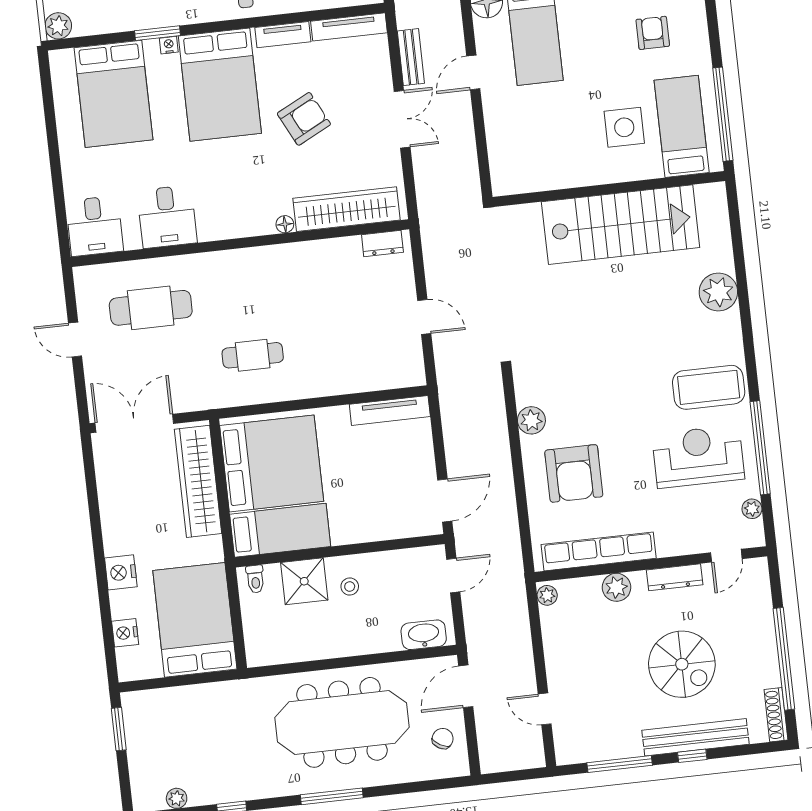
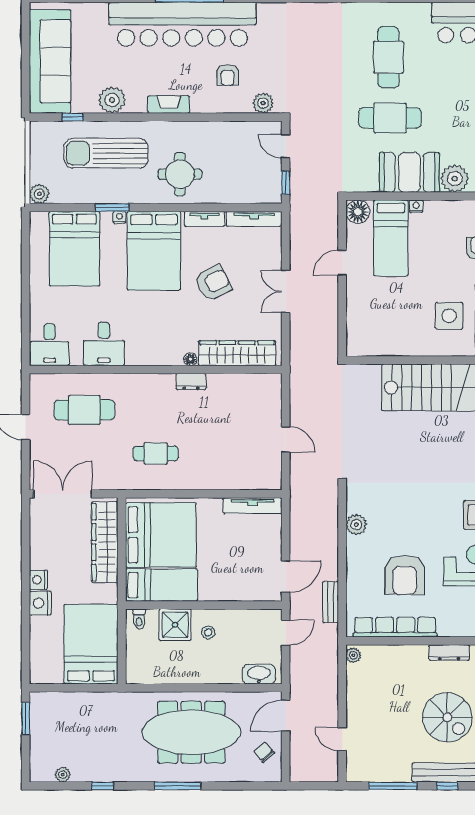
bench: (411, 57) -> (331, 602), moved
double door: (402, 119) -> (286, 291), swing flipped
dresser: (382, 243) -> (191, 382), moved
armchair: (574, 473) -> (405, 575), moved
plant: (616, 587) -> (405, 655), removed
nightstand: (125, 633) -> (38, 580), moved
chair: (443, 739) -> (264, 752), turned -70

